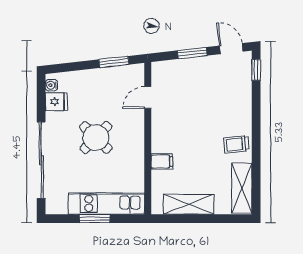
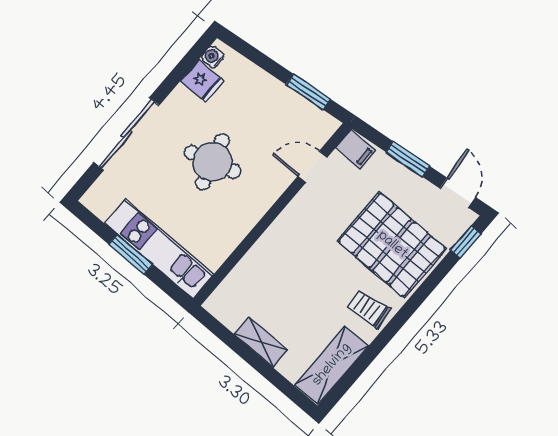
pallet: (221, 103) -> (392, 245), added
round table: (96, 138) -> (212, 162), turned 30
sliding door: (41, 160) -> (126, 134), width x0.73
filing cabinet: (162, 162) -> (356, 149), moved
shelving: (189, 204) -> (261, 342), width x0.67, depth x0.75

